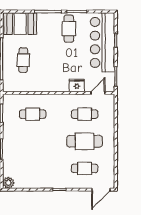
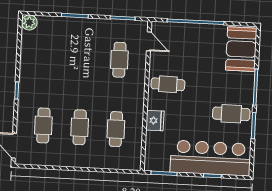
cafe table: (23, 60) -> (168, 84), moved
door: (98, 93) -> (149, 41), moved
cafe table: (85, 141) -> (80, 127), width x0.73, depth x0.74

